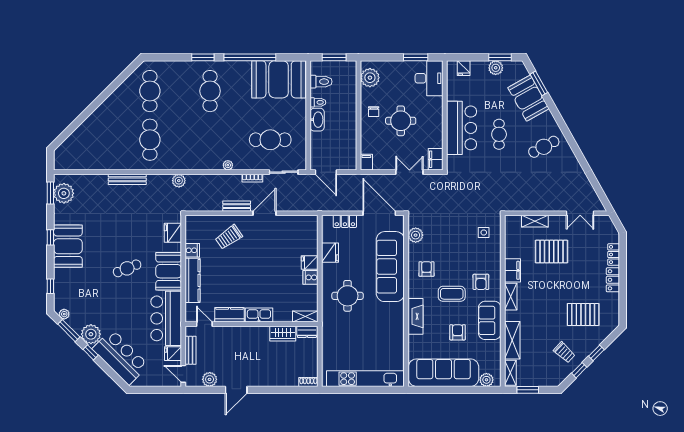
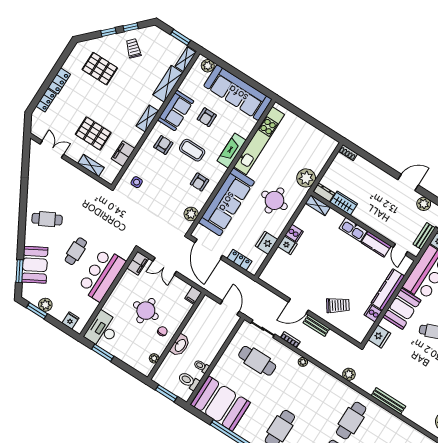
plant: (370, 78) -> (154, 358), width x0.53, depth x0.53
washbasin: (317, 120) -> (180, 345), moved, turned 180
filing cabinet: (513, 270) -> (123, 154), moved
plant: (332, 335) -> (306, 178), added
kitchen unit: (365, 379) -> (259, 141), moved, turned -90

